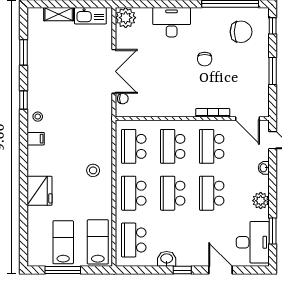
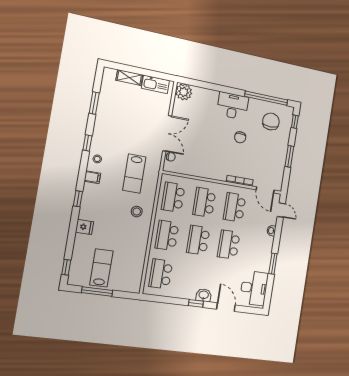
desk: (172, 22) -> (233, 106), moved
chair: (241, 32) -> (271, 121), turned -90
window: (24, 166) -> (78, 199), added
fridge: (39, 191) -> (85, 227), width x0.53, depth x0.75
plant: (261, 201) -> (265, 256), removed
window: (273, 231) -> (273, 264), moved
lab bench: (98, 242) -> (134, 174), moved, turned 180
window: (24, 247) -> (66, 267), added
washbasin: (167, 259) -> (204, 295), moved

